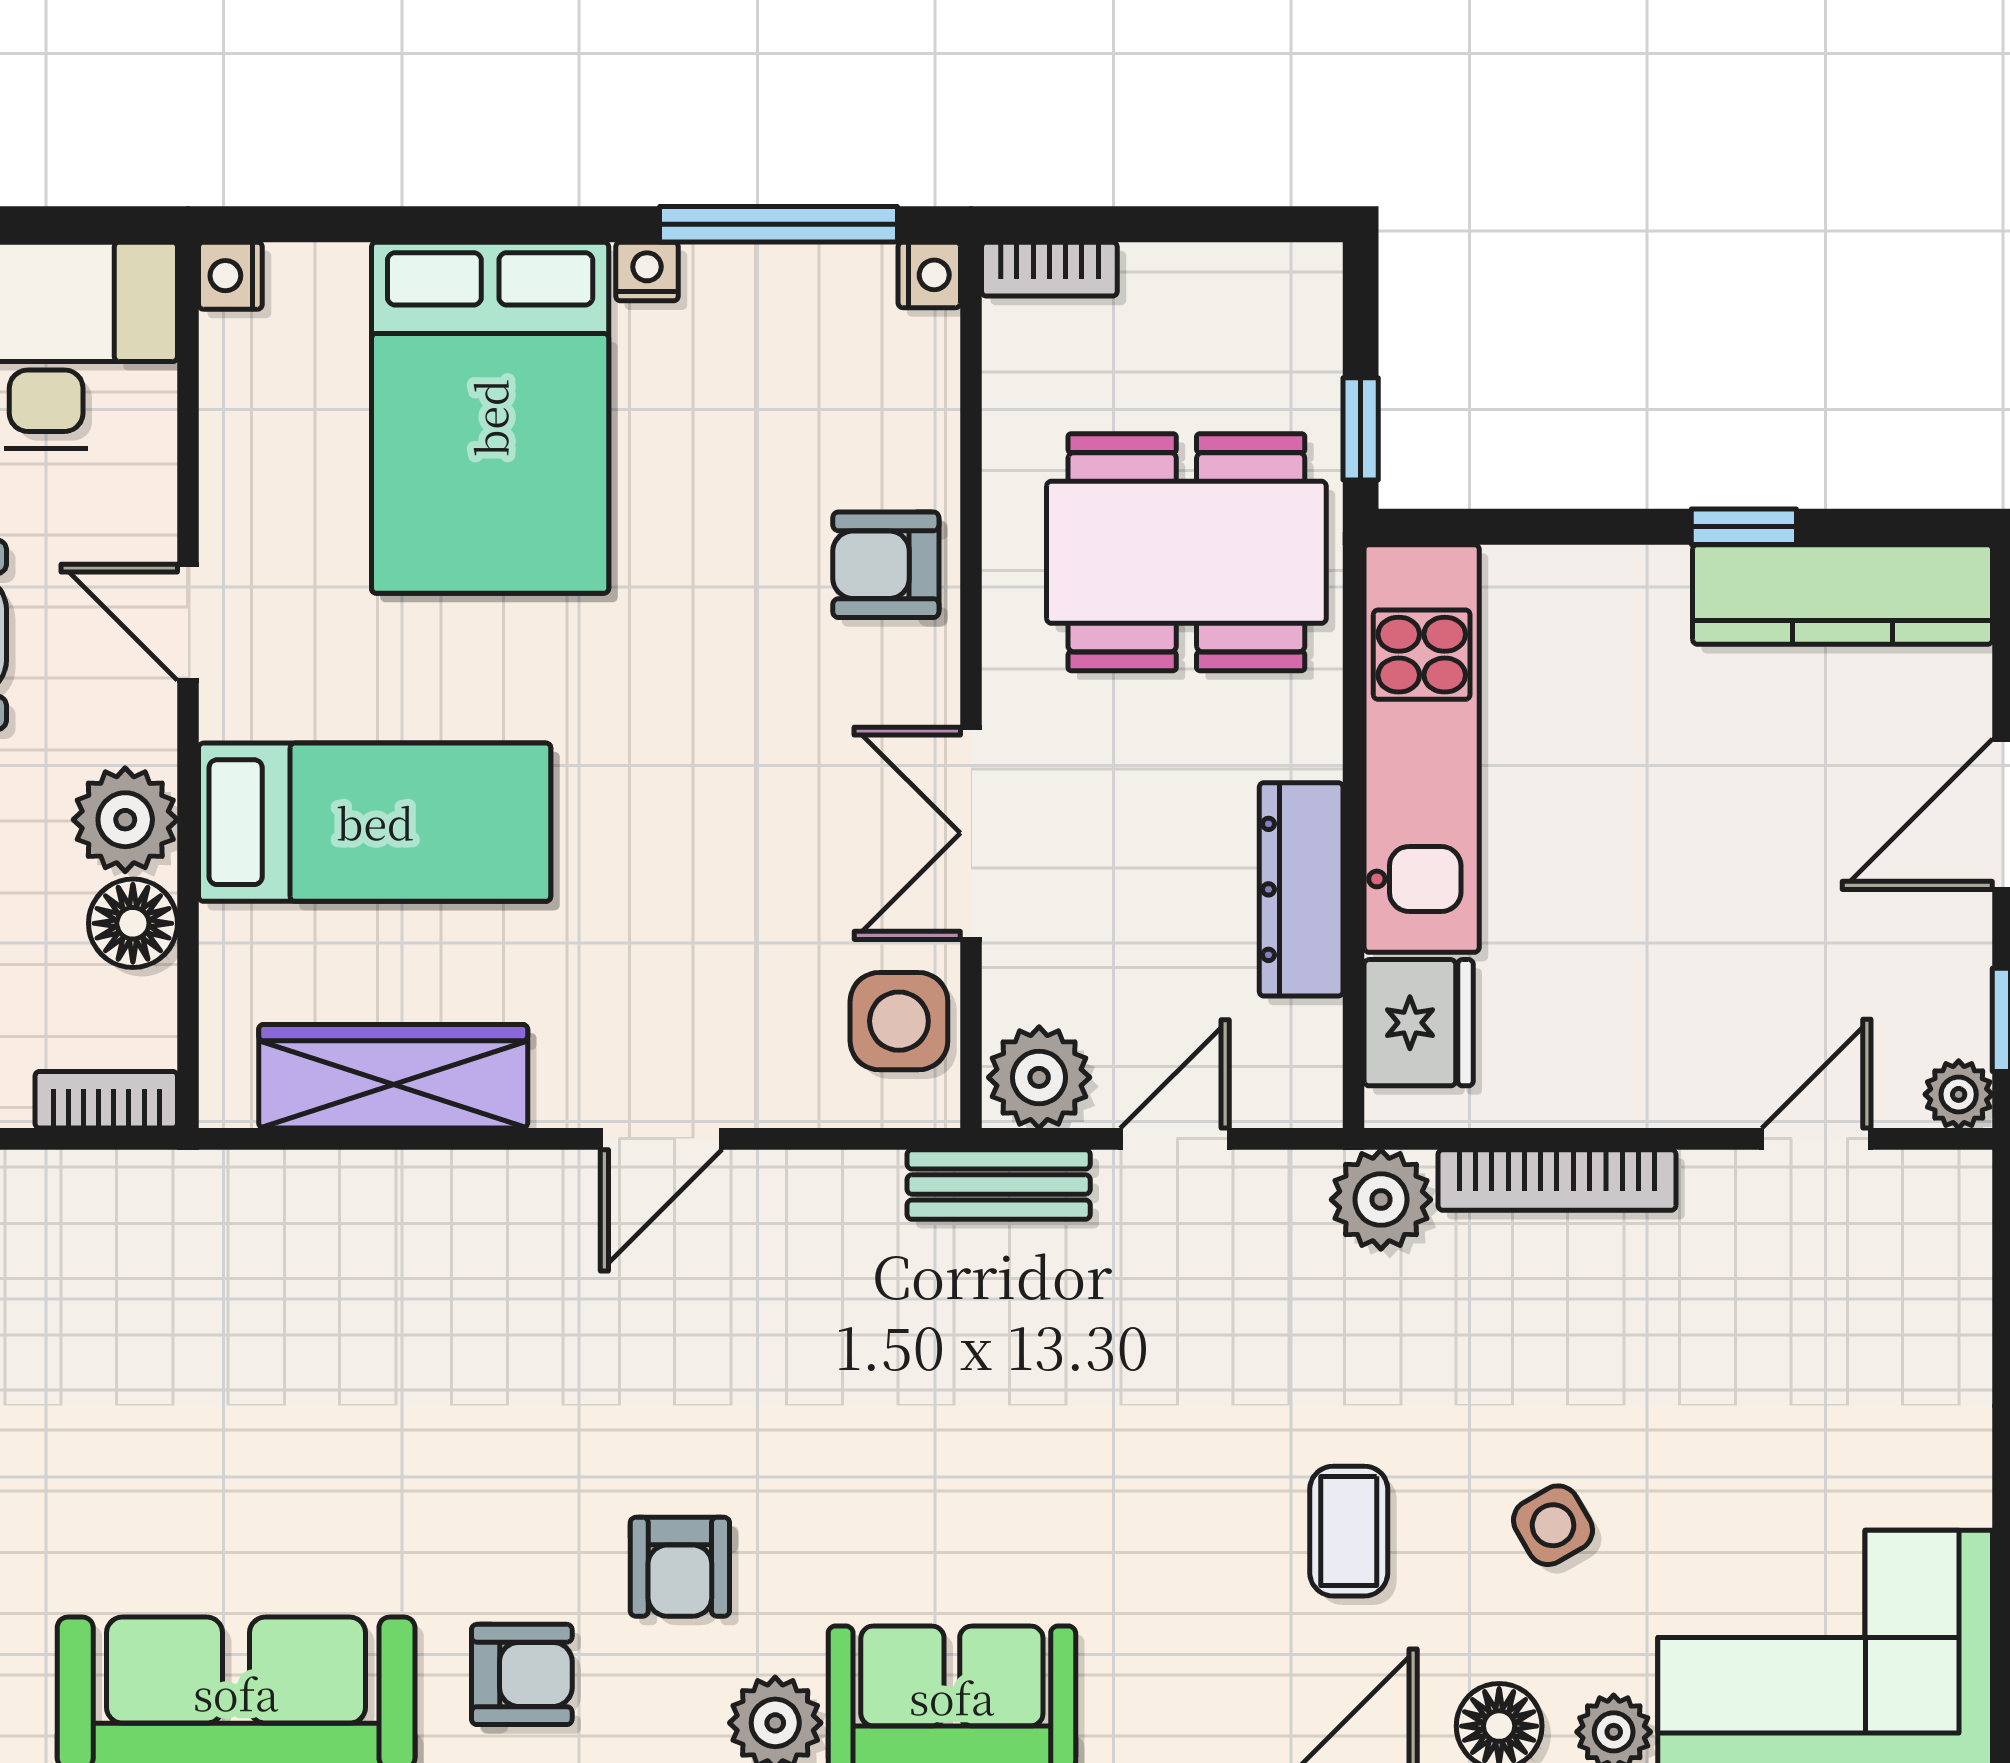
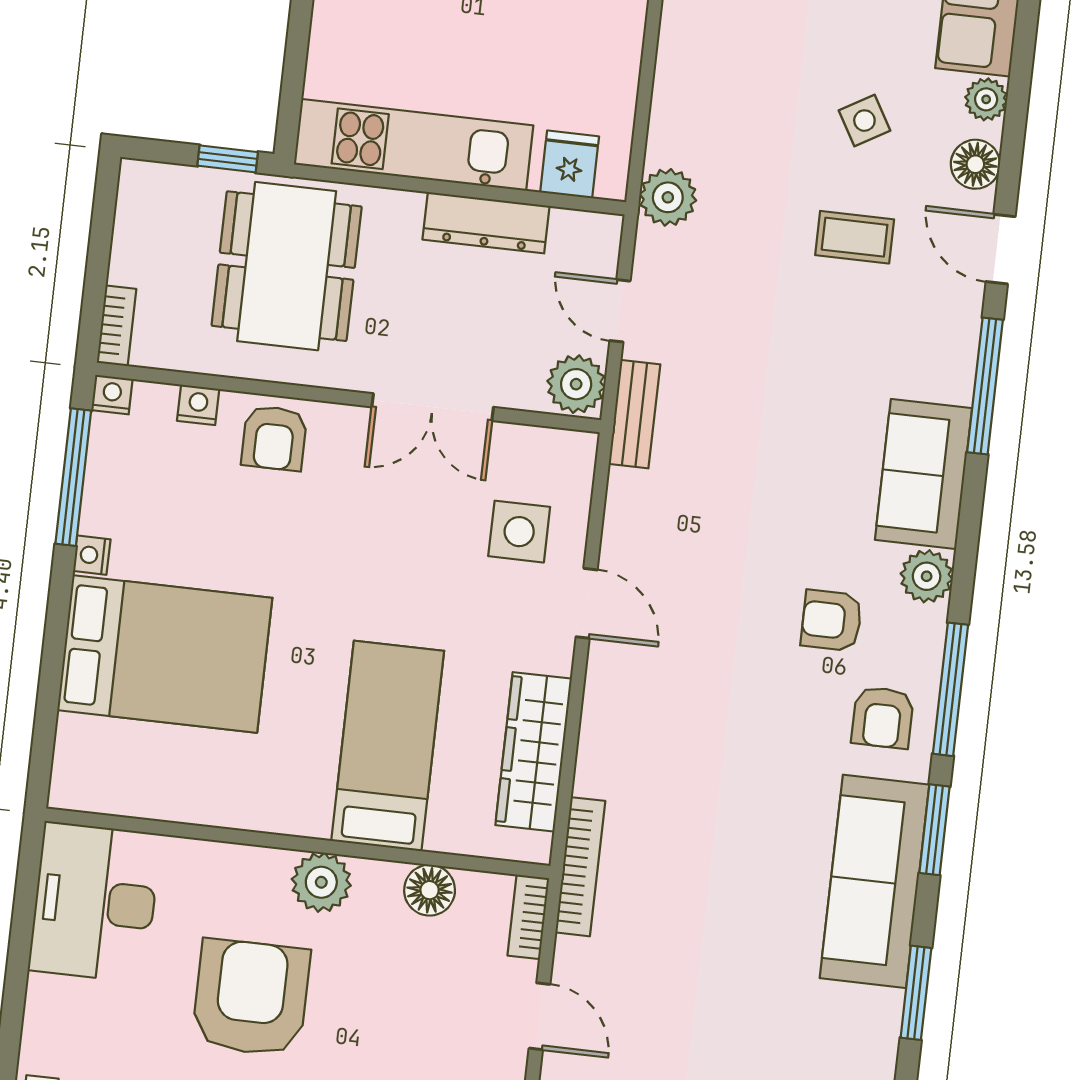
nightstand: (230, 276) -> (198, 405), moved, turned 180
door: (188, 622) -> (262, 839), removed
plant: (125, 820) -> (321, 882), moved
side table: (899, 1021) -> (519, 532), moved
fridge: (1419, 1023) -> (570, 164), width x0.72
bookcase: (1557, 1180) -> (580, 867), moved
armchair: (680, 1567) -> (831, 620), turned 180
armchair: (522, 1674) -> (883, 717), turned 180

